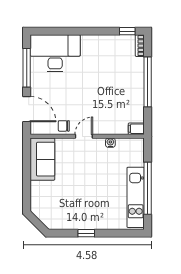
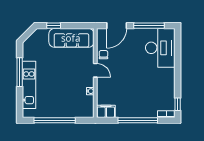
filing cabinet: (136, 129) -> (106, 111), width x2.00
sofa: (42, 159) -> (71, 38), width x1.36
window: (27, 190) -> (54, 26), added
kitchen unit: (136, 197) -> (29, 85), moved, turned 90
window: (86, 233) -> (20, 72), width x2.17

